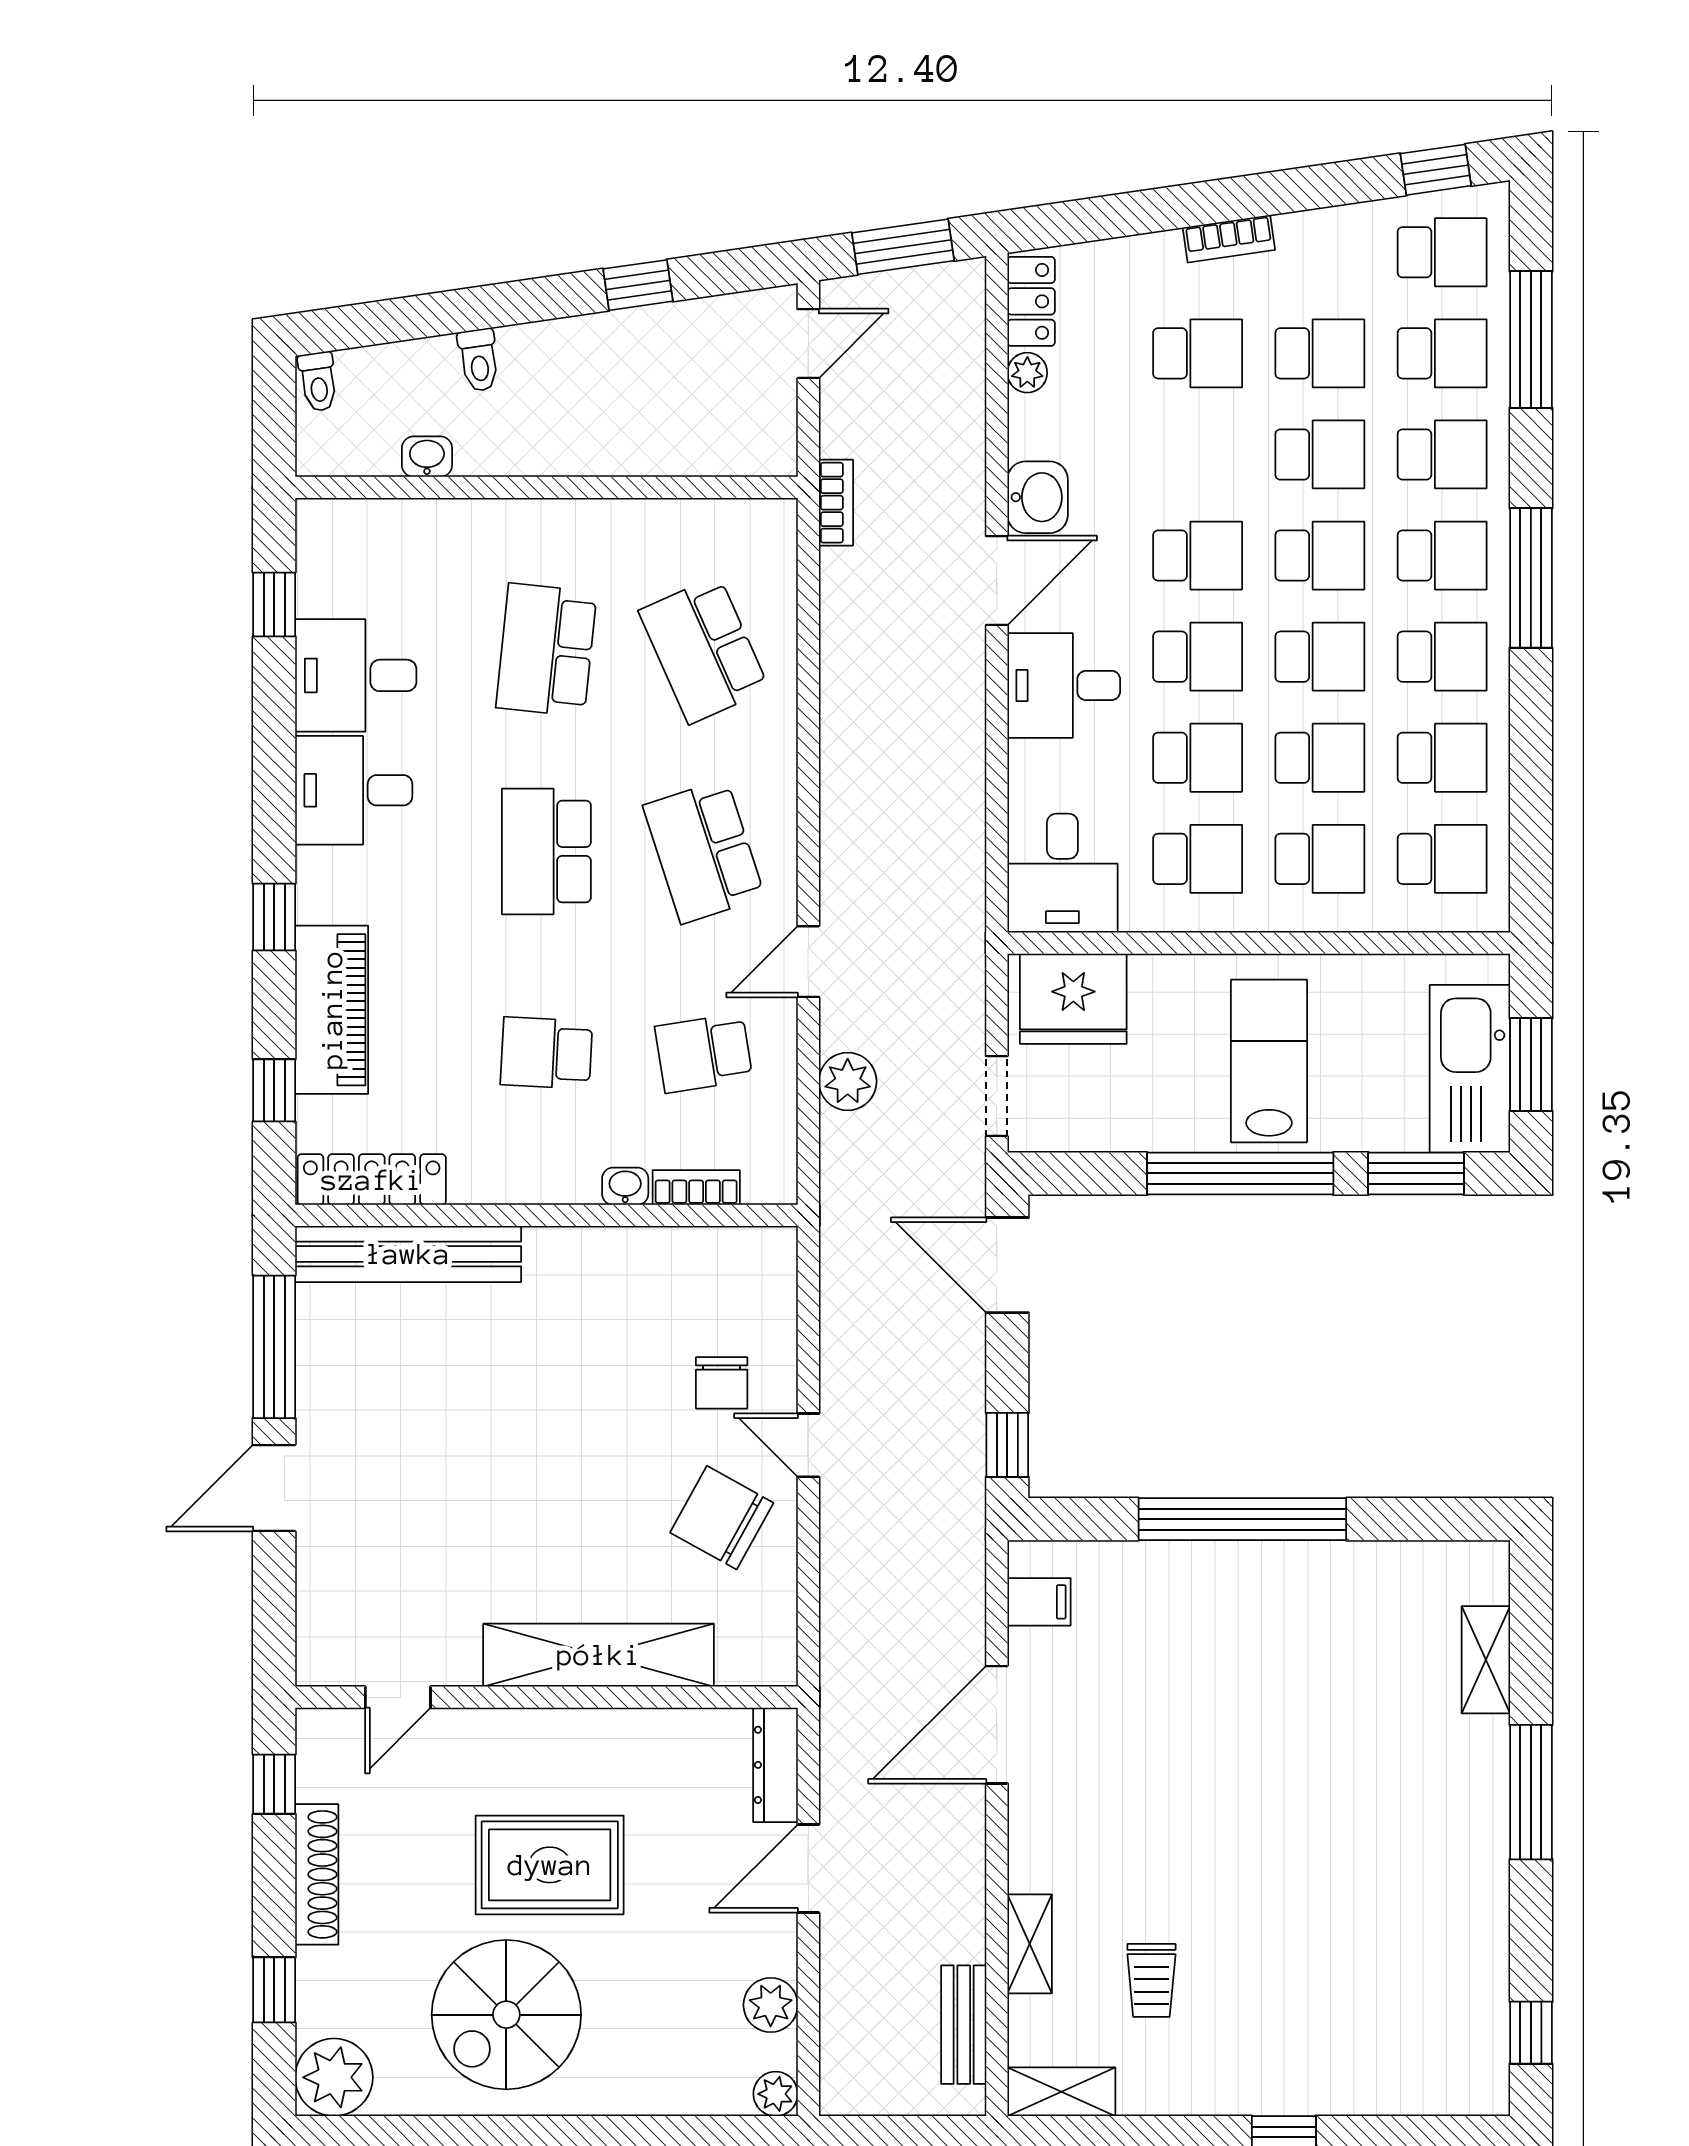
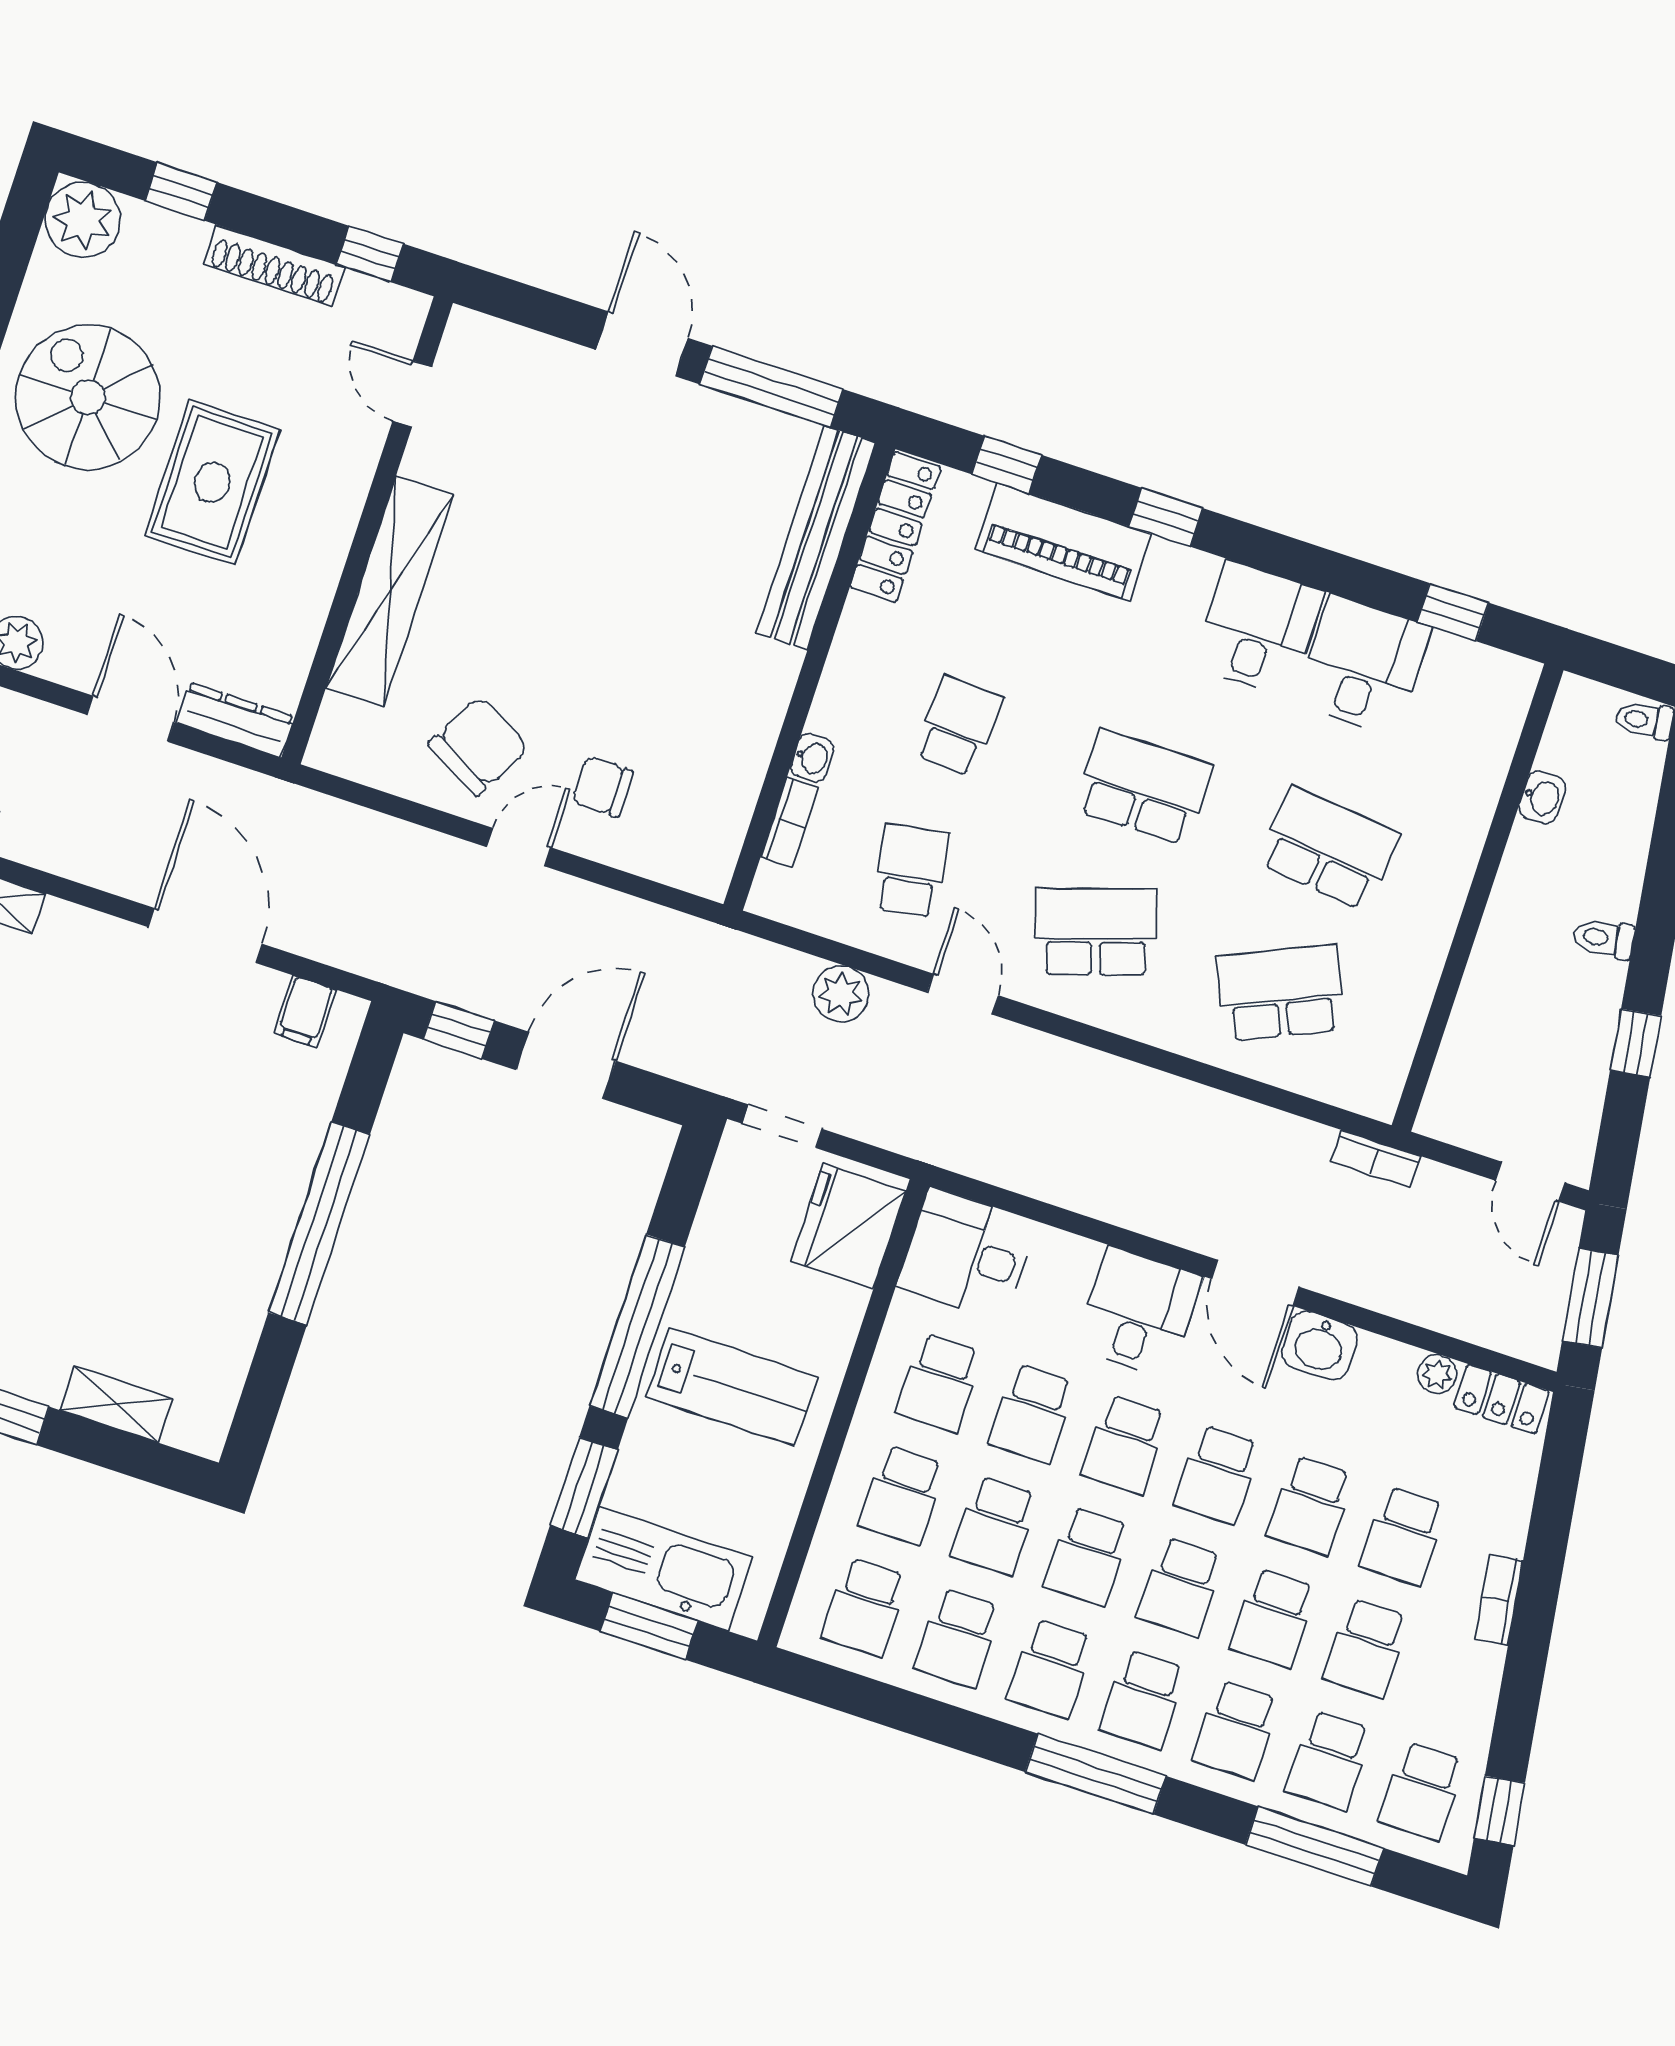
toilet: (479, 360) -> (1604, 938), moved
school desk: (1198, 454) -> (1310, 1505), added
door: (1007, 1265) -> (566, 1065), moved

